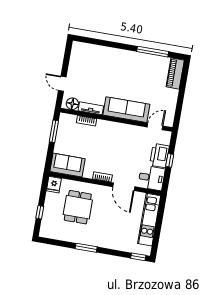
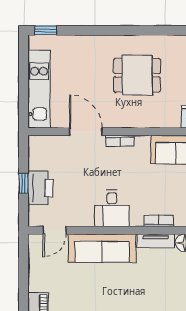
desk: (151, 178) -> (112, 208), moved, turned -90
dining table: (78, 207) -> (137, 75), moved, turned 90
window: (86, 248) -> (126, 30), removed

